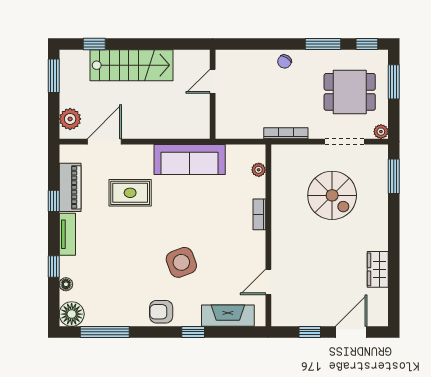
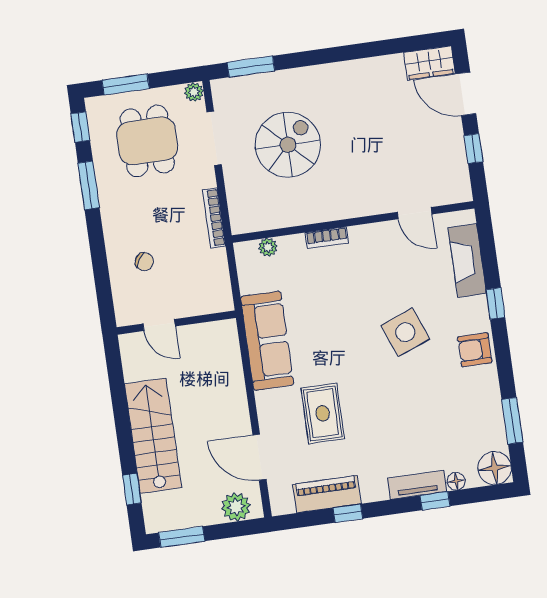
chair: (284, 61) -> (144, 262), moved
tv unit: (67, 234) -> (417, 485), moved
wardrobe: (378, 269) -> (429, 63), moved
armchair: (161, 312) -> (475, 350), turned 90
window: (105, 332) -> (512, 421), width x0.69

